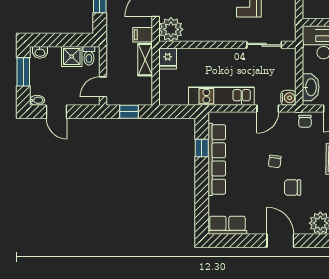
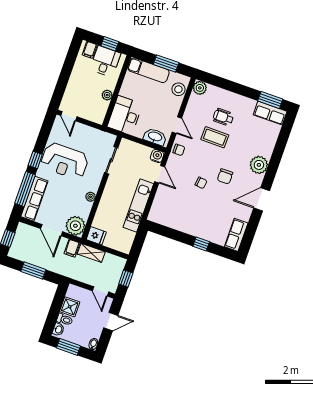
plant: (212, 35) -> (91, 197), added
toilet: (89, 56) -> (65, 319), moved
door: (57, 112) -> (111, 322), moved
window: (202, 148) -> (201, 244), moved
row of seats: (217, 159) -> (184, 225), removed

